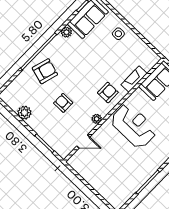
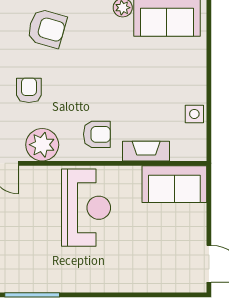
side table: (118, 34) -> (194, 114), moved
plant: (97, 119) -> (42, 145), width x1.88, depth x1.88

